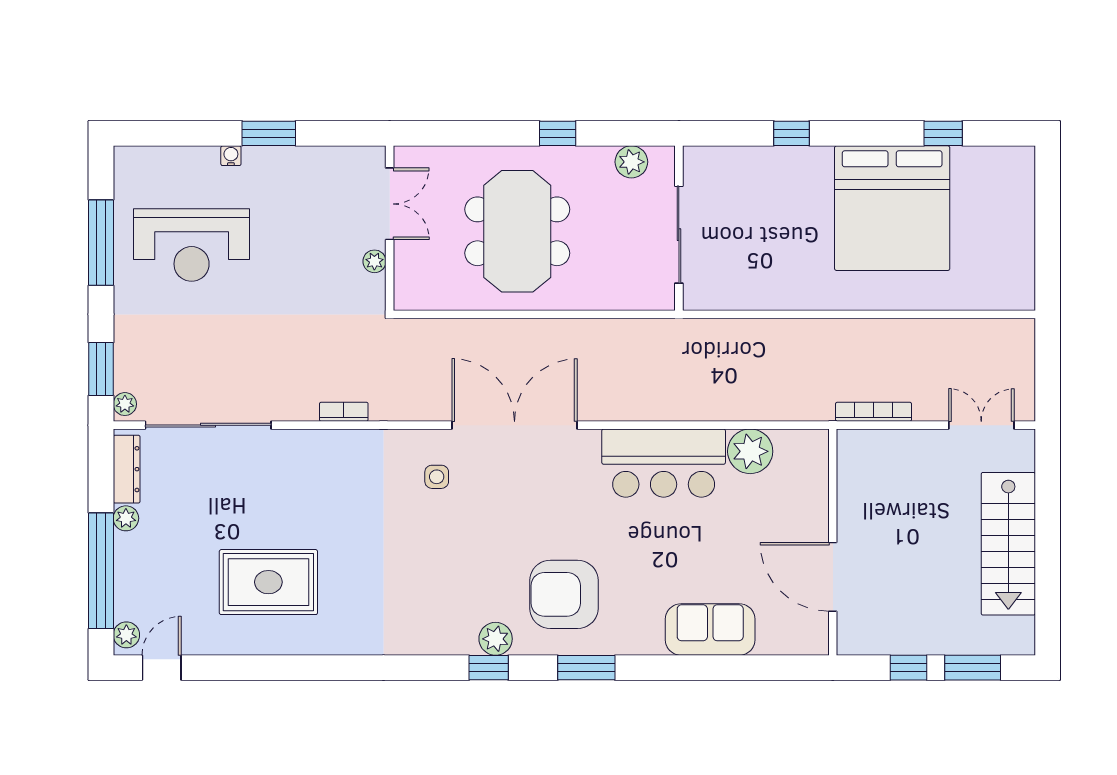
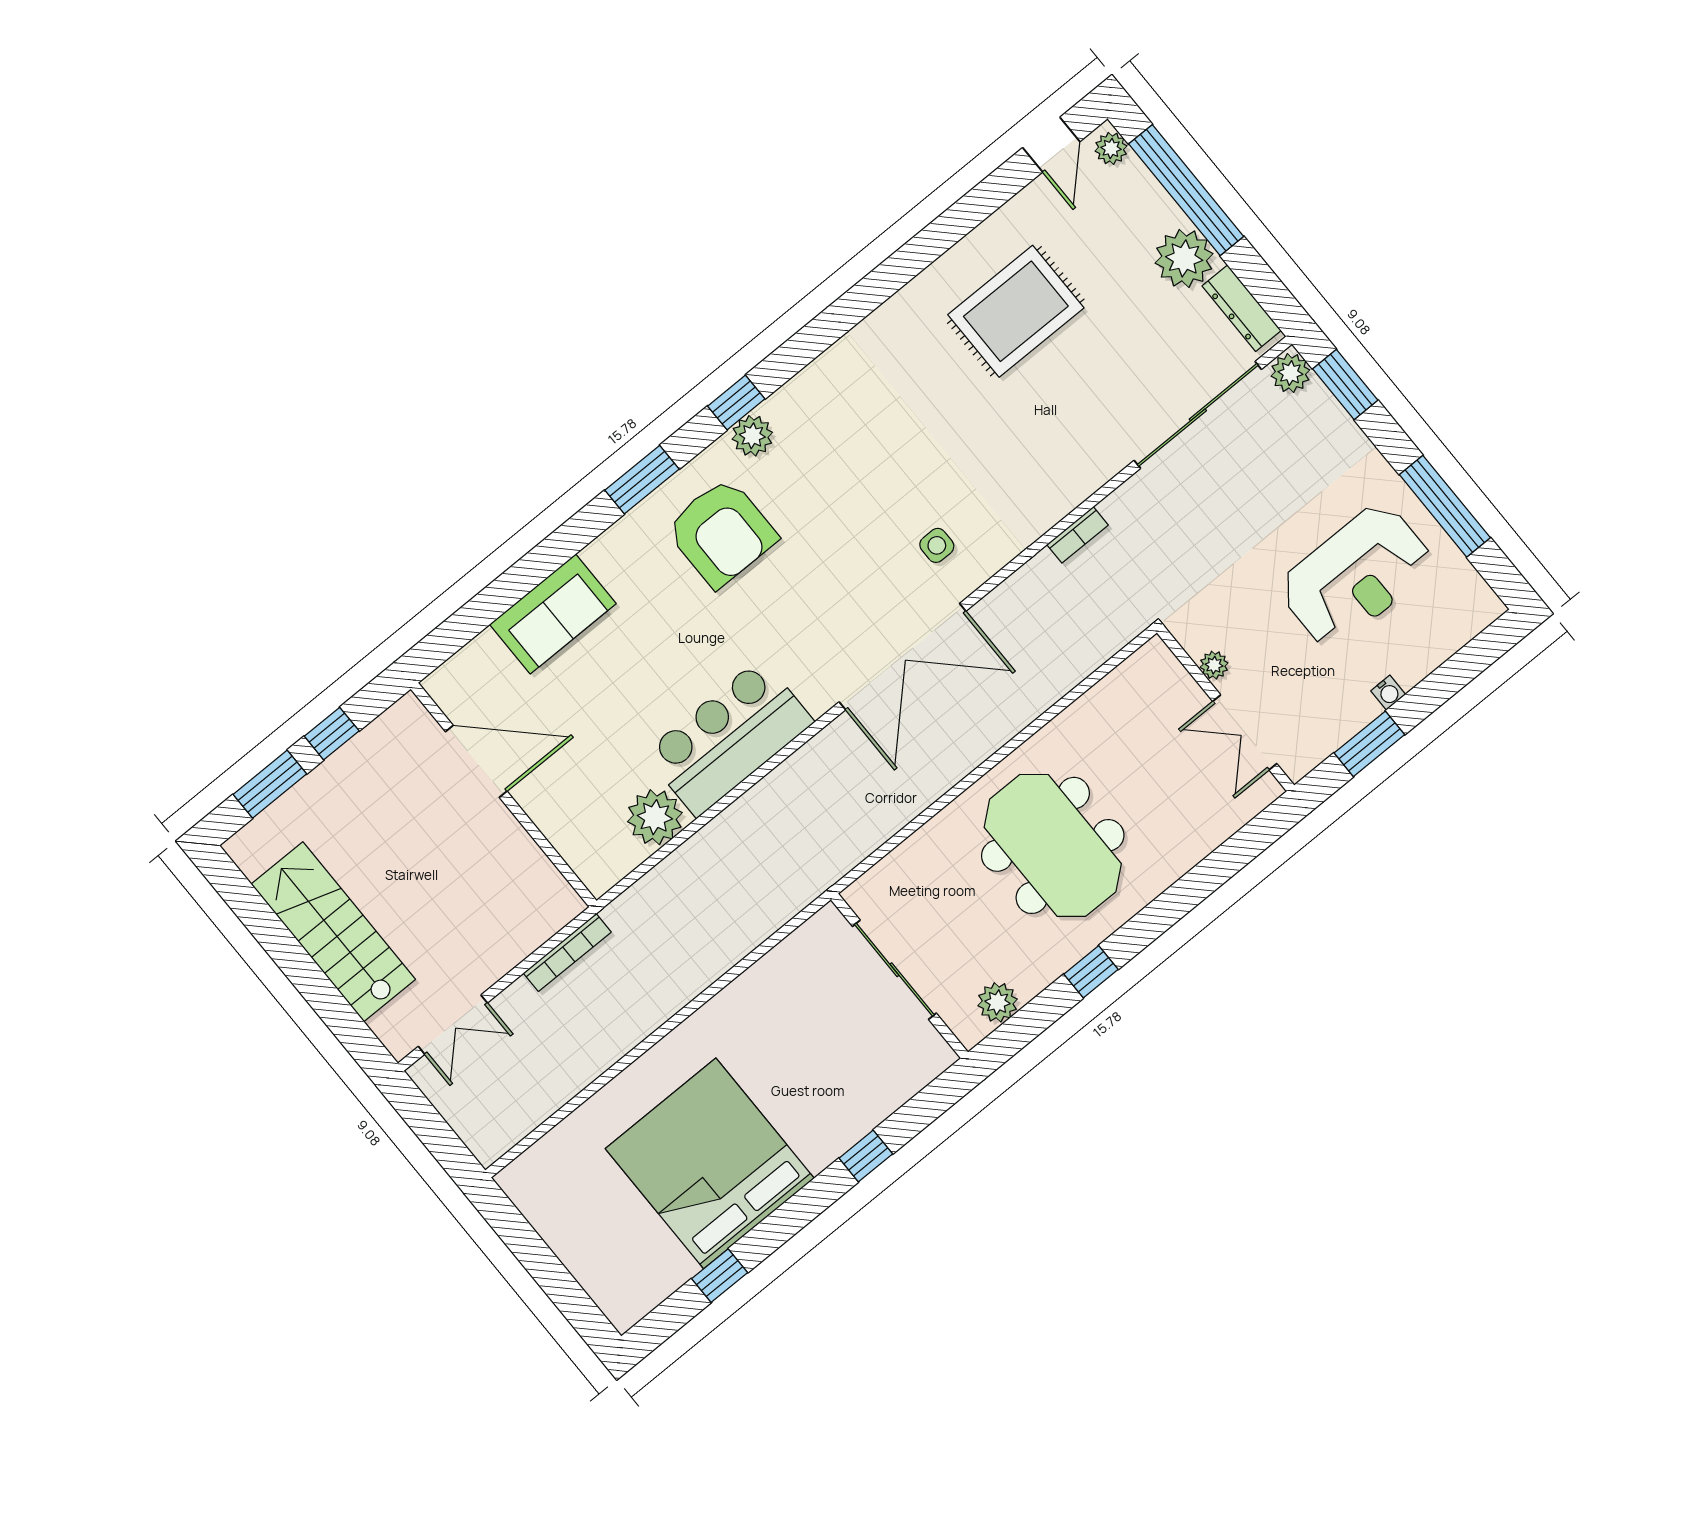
double door: (390, 204) -> (1245, 732), moved
wall: (390, 228) -> (1226, 709), moved
reception desk: (192, 245) -> (1356, 575), turned 180
plant: (374, 261) -> (1214, 665), moved
plant: (125, 404) -> (1290, 373), width x1.38, depth x1.38
plant: (126, 518) -> (1184, 258), width x1.88, depth x1.88
armchair: (564, 594) -> (721, 533), turned 90

